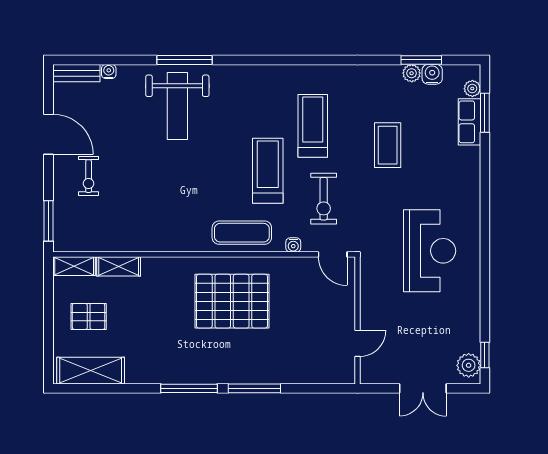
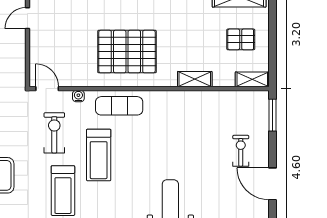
shelving: (119, 266) -> (195, 79), moved

